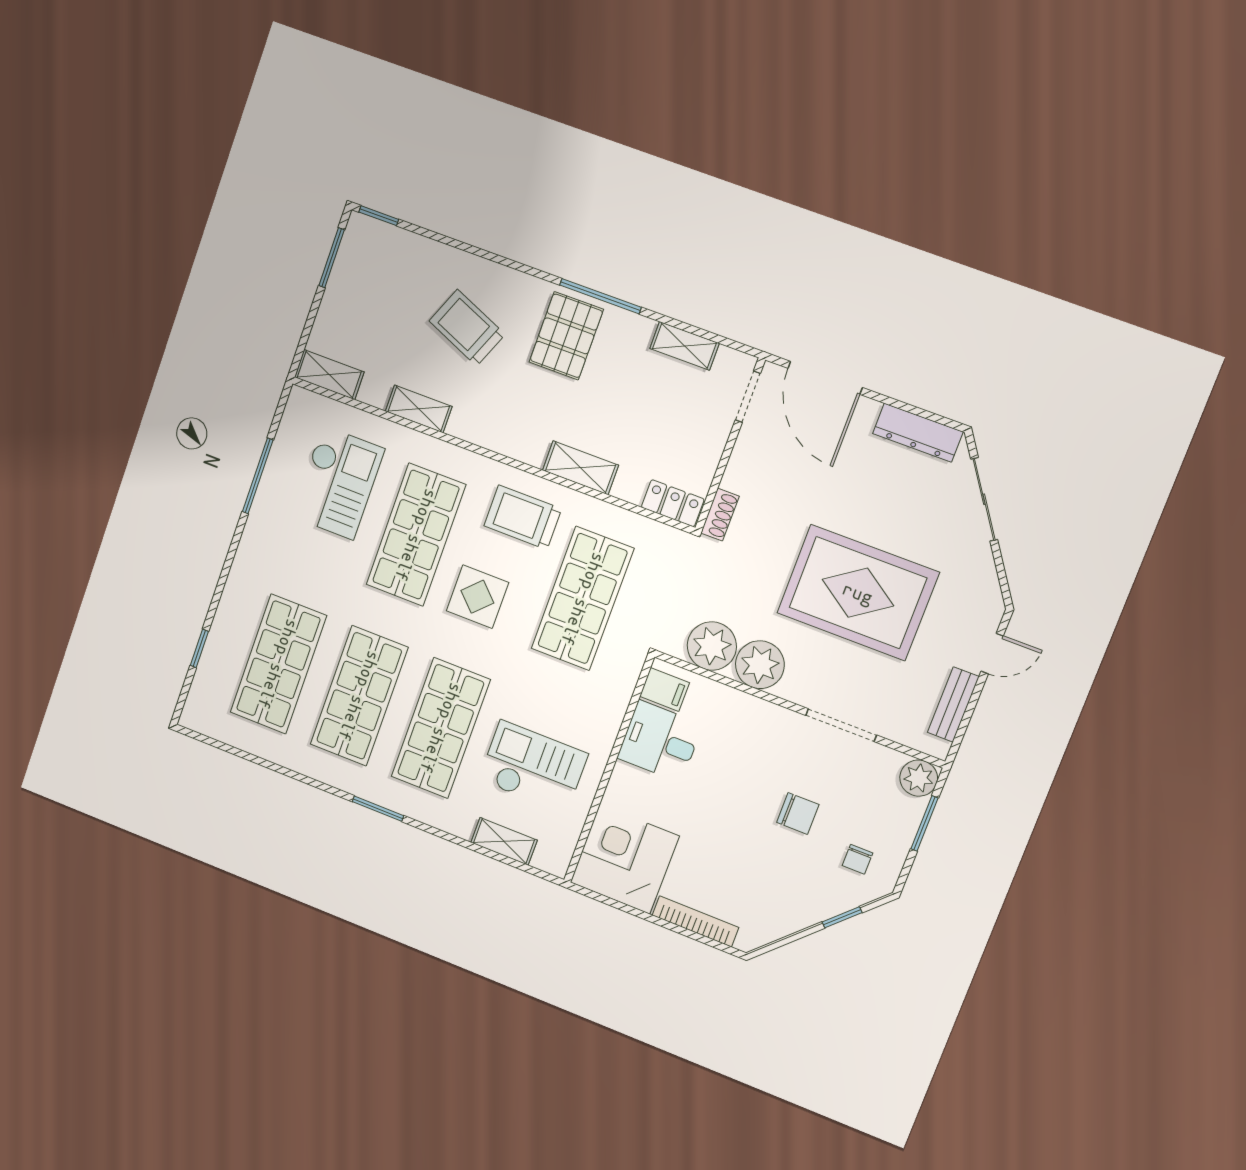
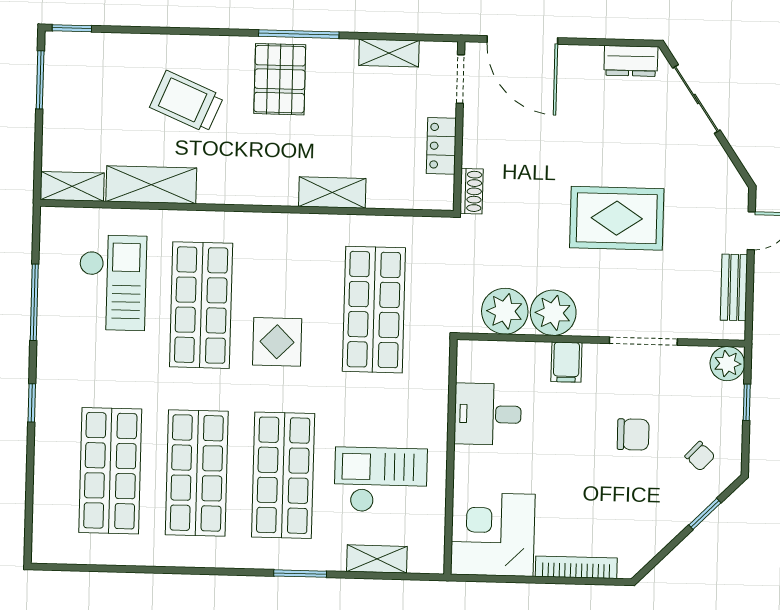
shelving: (419, 409) -> (151, 185), width x1.50, depth x1.33
dresser: (918, 433) -> (631, 61), width x0.70
locker: (673, 503) -> (441, 146), moved, turned -90
trolley: (523, 517) -> (295, 255), removed
rug: (858, 593) -> (617, 218), width x0.73, depth x0.69
window: (199, 648) -> (32, 403), moved
filing cabinet: (664, 690) -> (566, 362), moved, turned 90
window: (378, 809) -> (300, 574), moved
window: (924, 823) -> (747, 402), width x0.67
chair: (858, 859) -> (700, 456), turned -47

